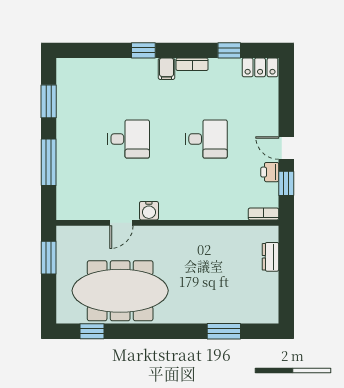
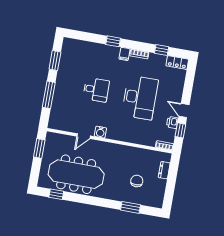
desk: (206, 139) -> (140, 97), width x1.87, depth x1.30
chair: (227, 284) -> (137, 181), added

